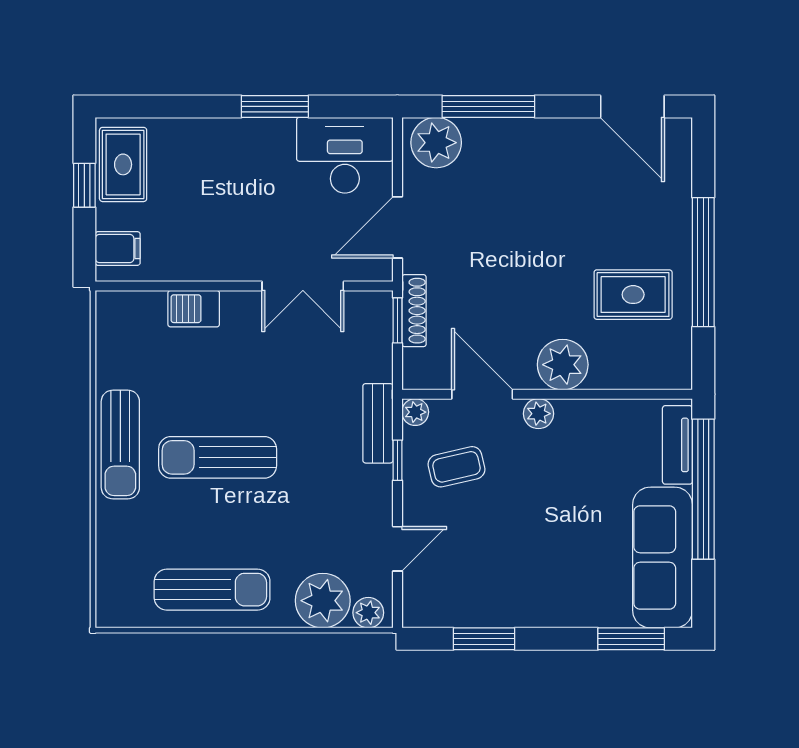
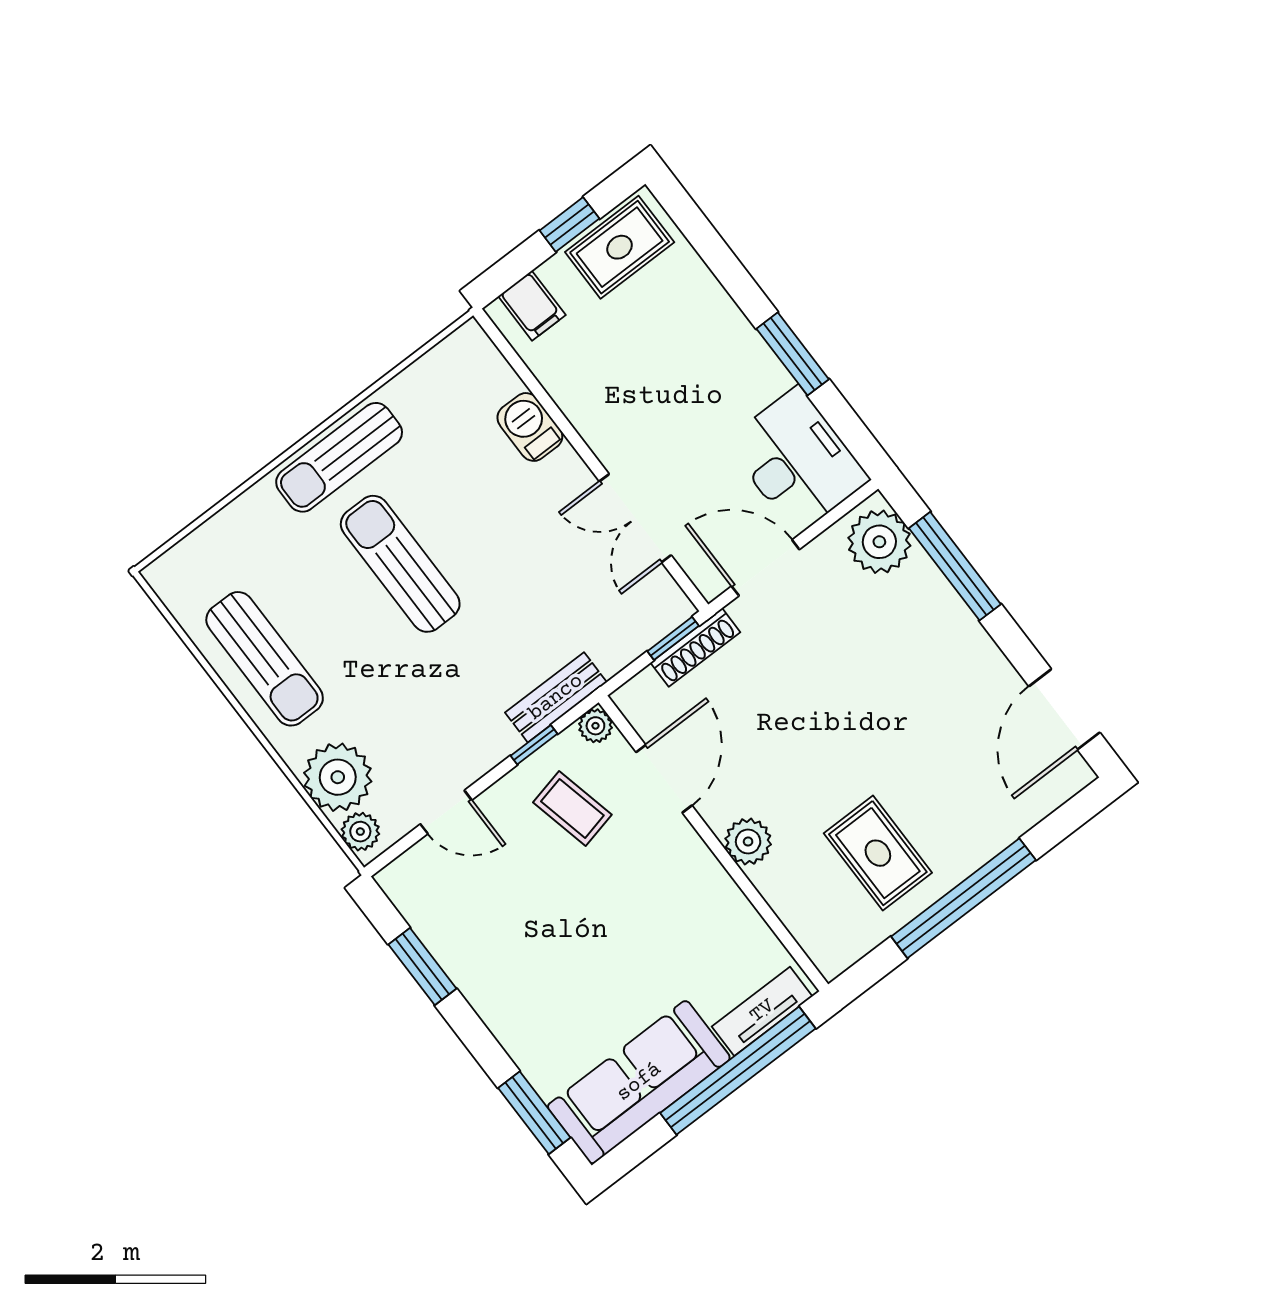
plant: (563, 365) -> (748, 841), width x0.73, depth x0.73
plant: (538, 414) -> (688, 850), removed

